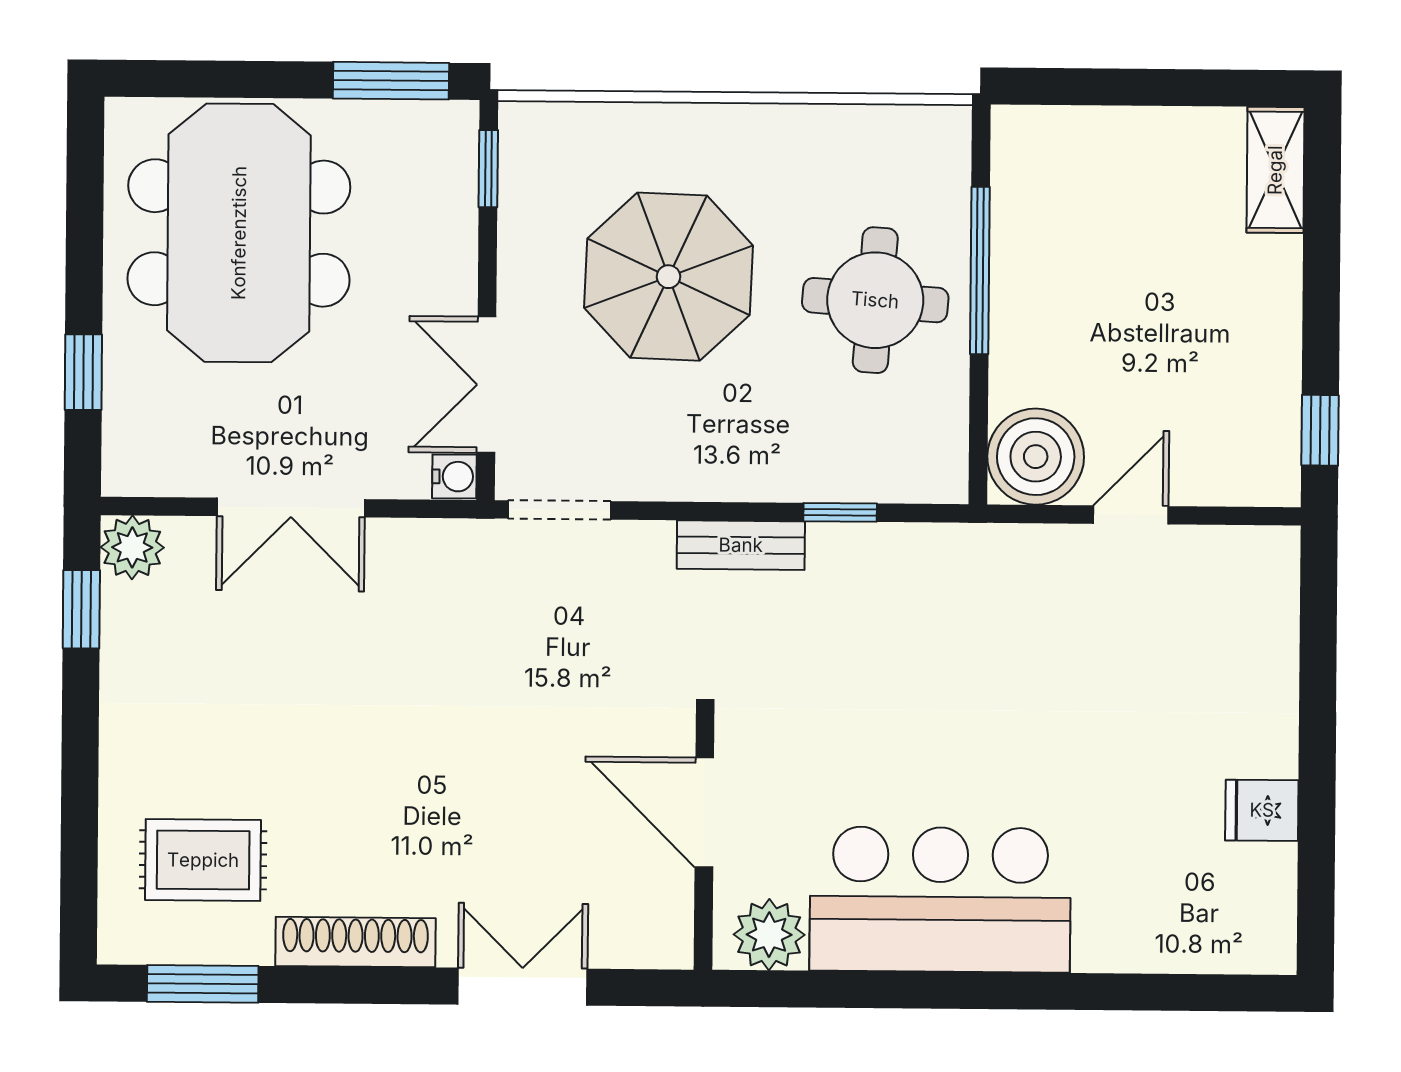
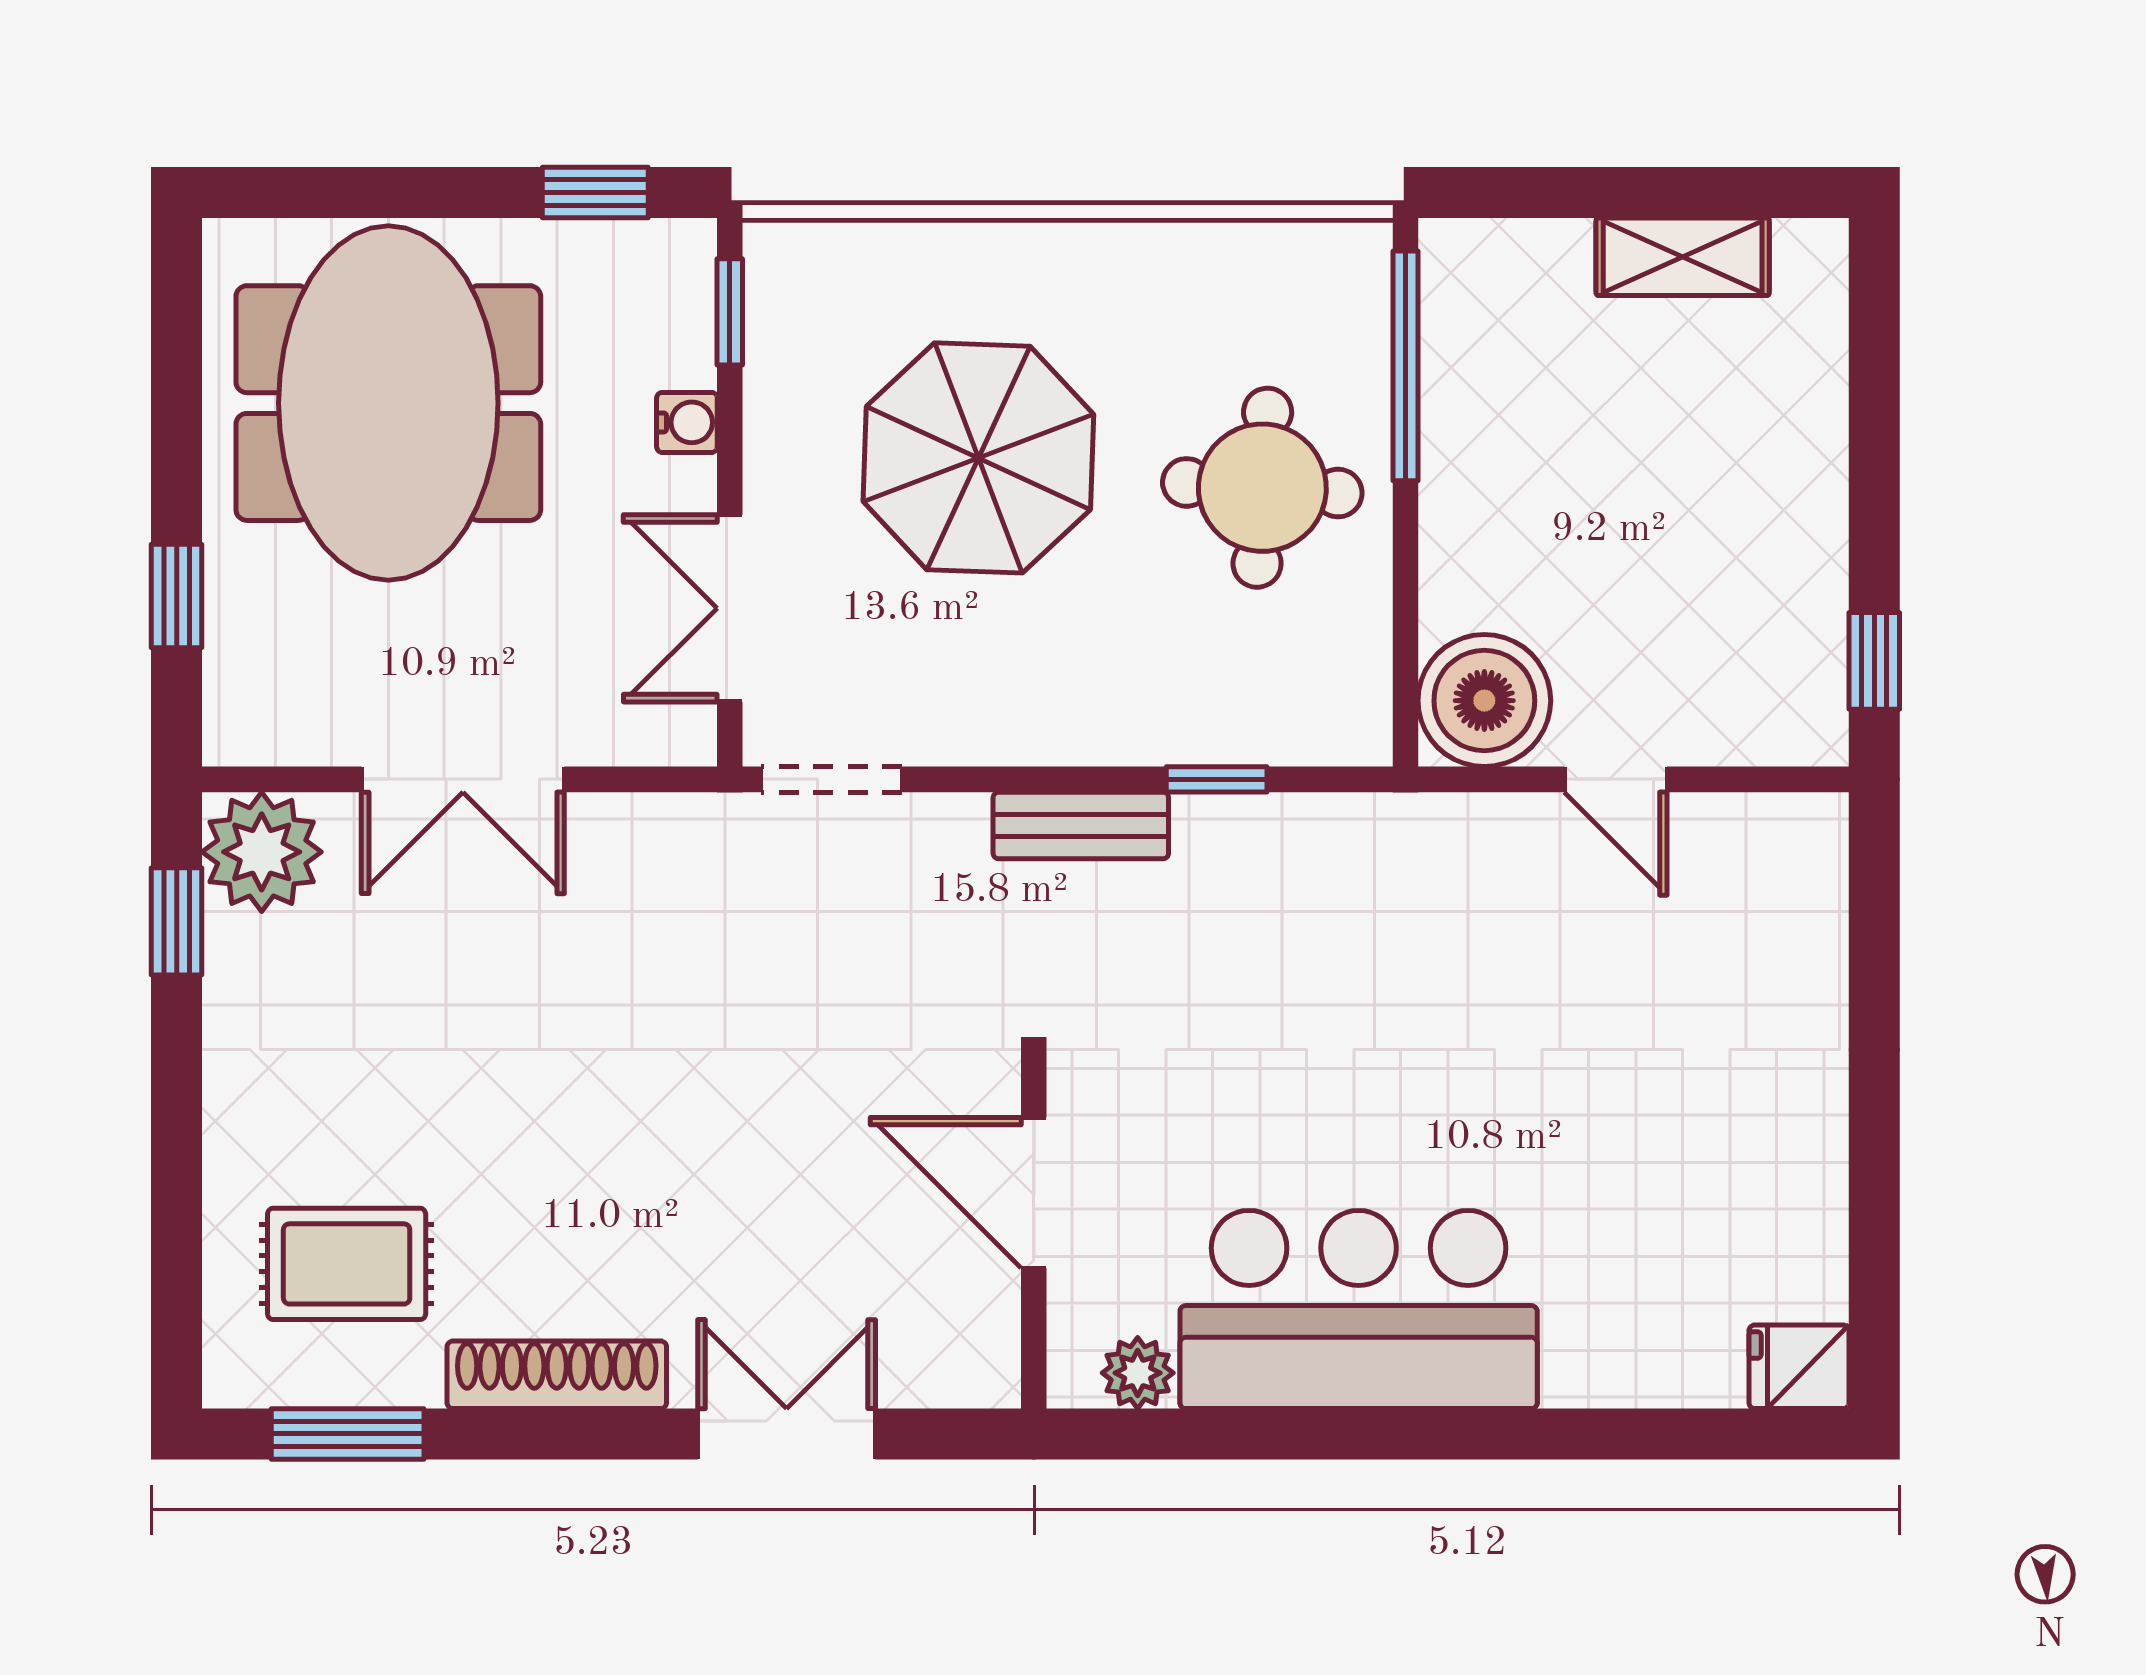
window: (391, 81) -> (595, 192), width x0.67
shelving: (1275, 170) -> (1683, 257), moved, turned 90
window: (980, 270) -> (1405, 366), moved
water cooler: (454, 477) -> (687, 422), moved
door: (1131, 515) -> (1616, 779), swing flipped
plant: (132, 547) -> (262, 852), width x1.36, depth x1.36
fridge: (1262, 810) -> (1799, 1367), moved
plant: (769, 935) -> (1138, 1373), width x0.73, depth x0.73

